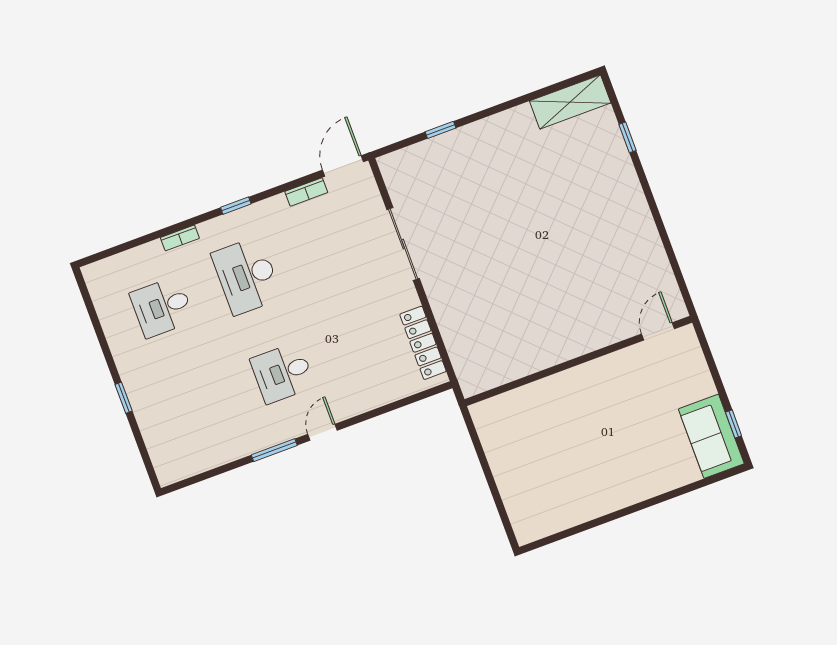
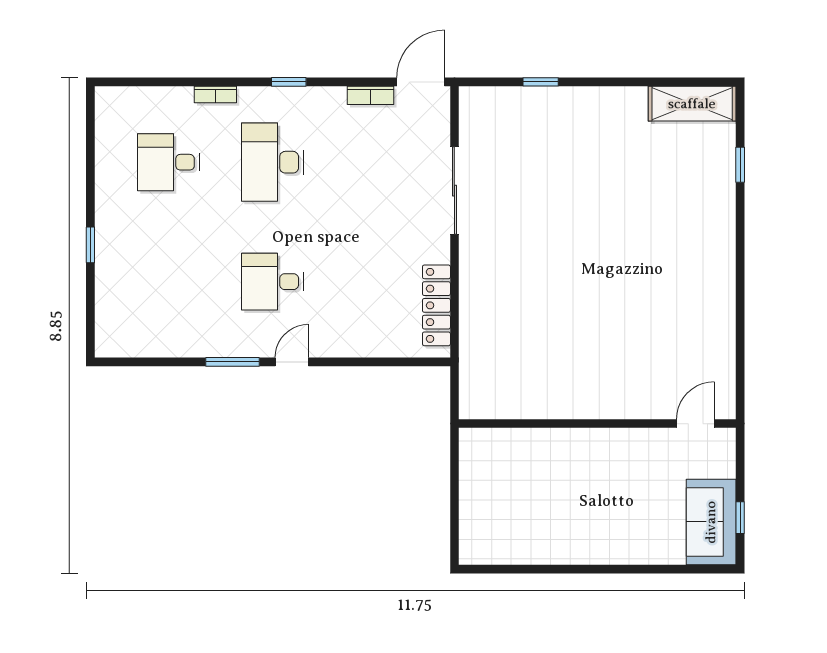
door: (658, 331) -> (695, 424), moved
wall: (578, 361) -> (597, 424), moved

